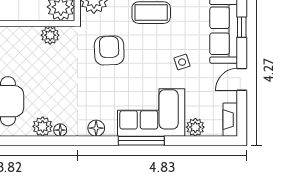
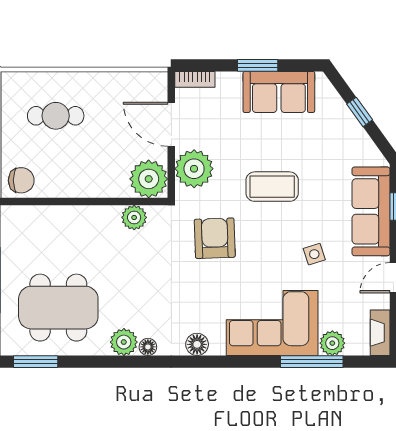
window: (141, 141) -> (312, 362), moved

